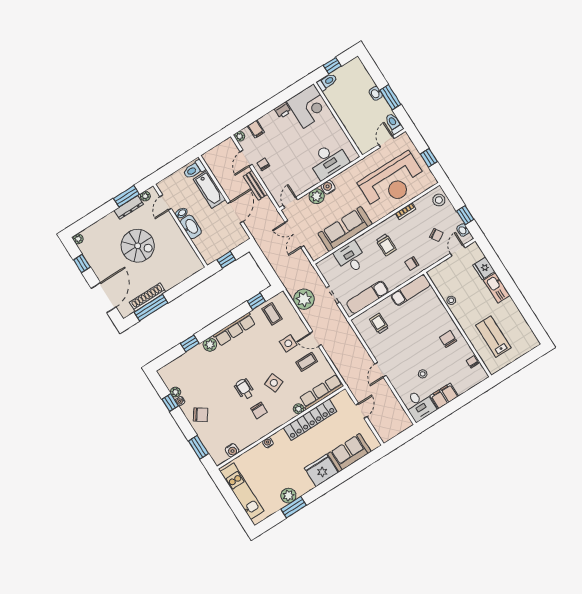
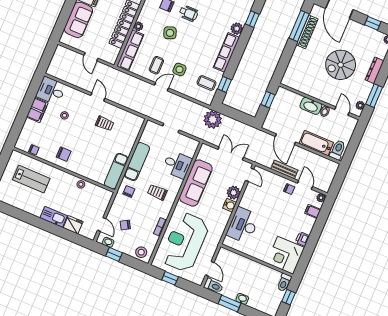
dresser: (129, 207) -> (375, 70), moved
exam couch: (368, 297) -> (137, 162), moved
plant: (304, 299) -> (213, 120), moved
trolley: (379, 323) -> (105, 123), moved

